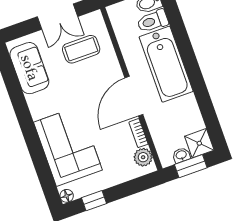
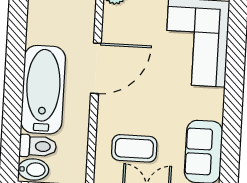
bookcase: (138, 133) -> (109, 23), removed

